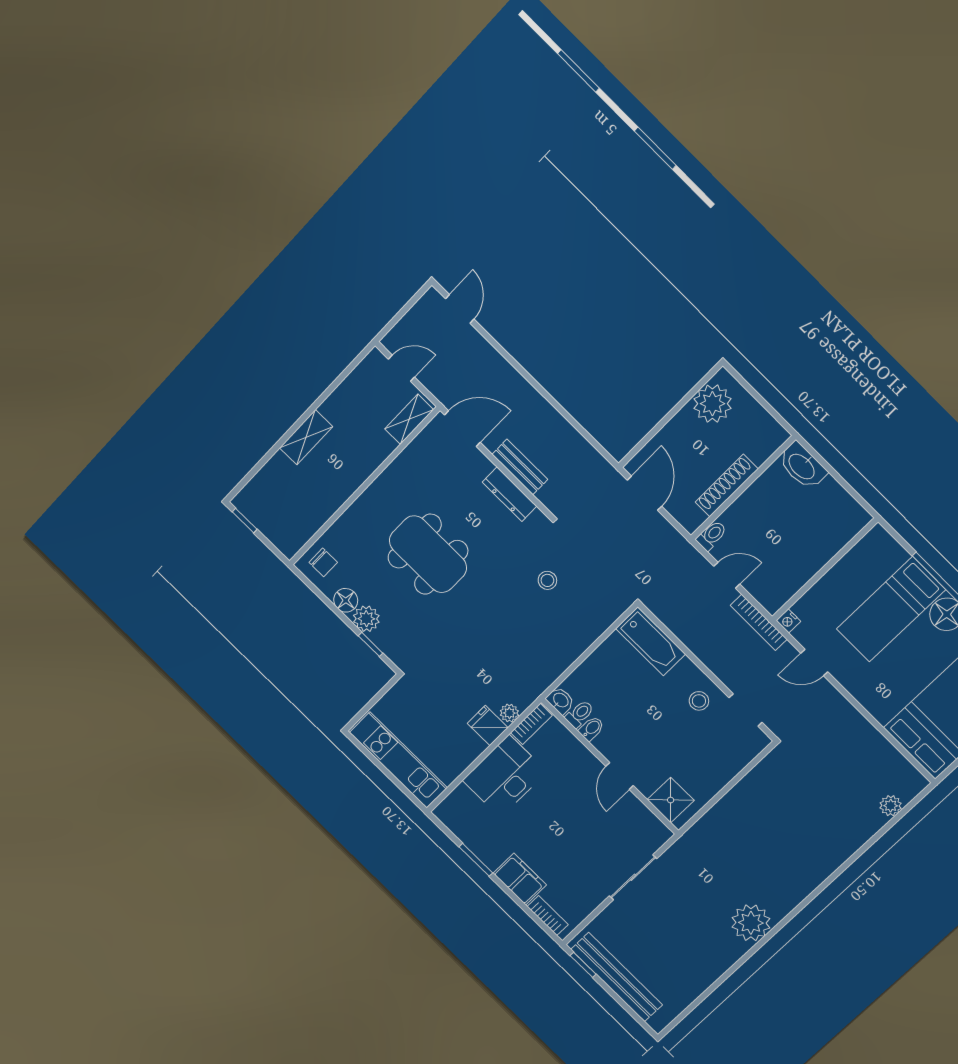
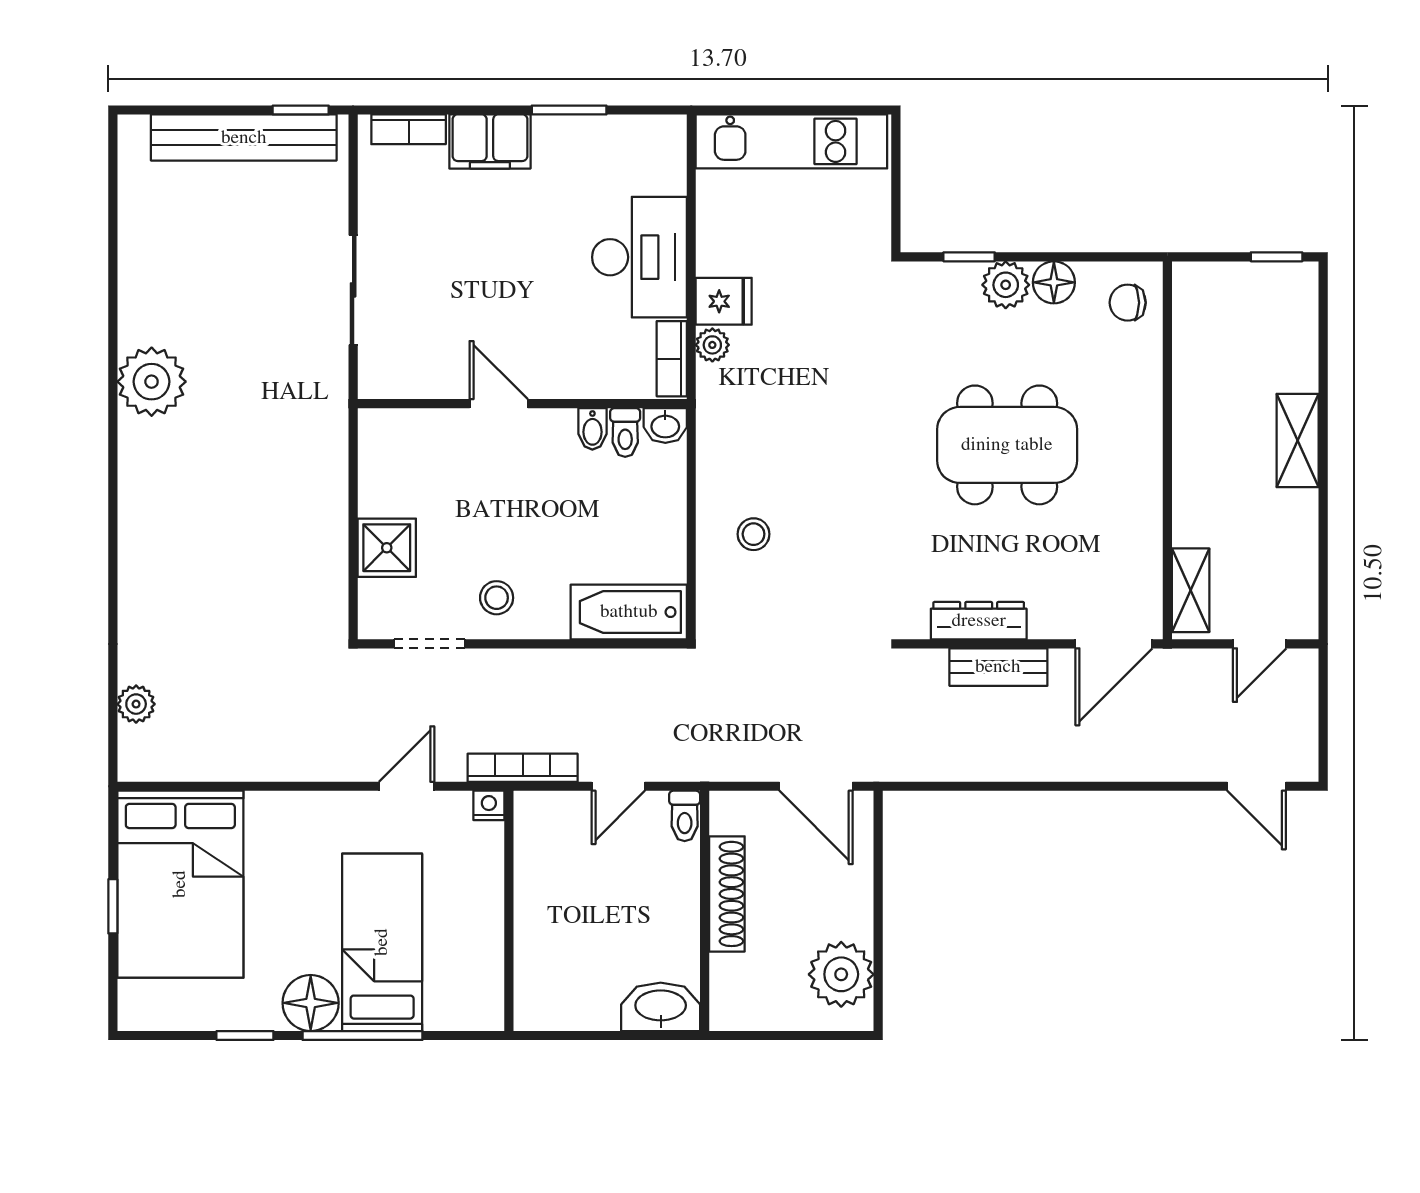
stool: (547, 580) -> (754, 534), moved
shower: (671, 800) -> (387, 548), moved

